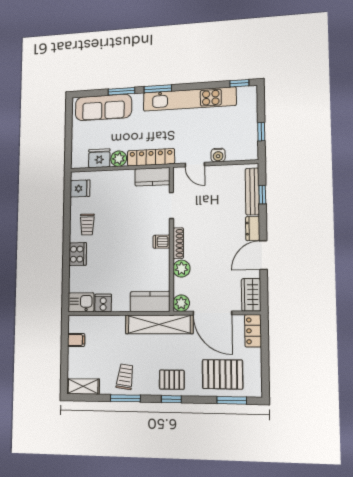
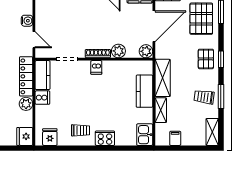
fridge: (99, 158) -> (25, 136), moved
door: (195, 165) -> (34, 40), hinge flipped
kitchen counter: (150, 301) -> (144, 91), moved
cooker: (103, 303) -> (42, 98), moved, turned 180
shelving: (110, 322) -> (161, 110), added
shelving: (159, 324) -> (163, 78), width x0.68

